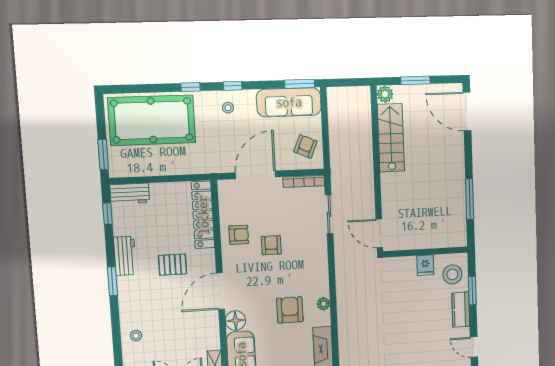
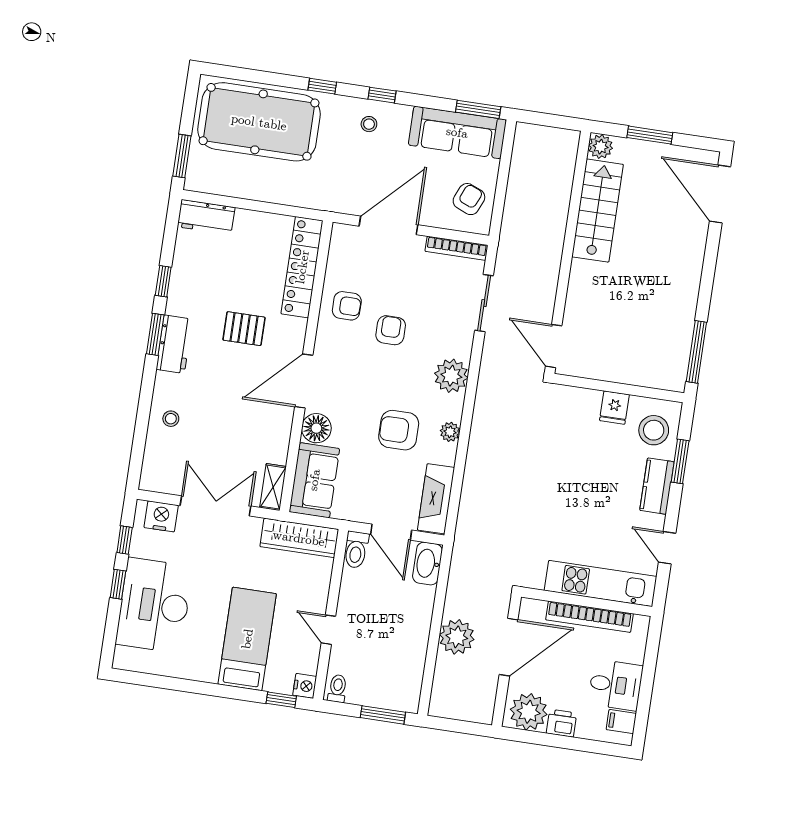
window: (470, 199) -> (696, 352), moved
window: (107, 214) -> (163, 281), moved
workbench: (125, 256) -> (174, 344), moved
plant: (317, 267) -> (451, 376), added
armchair: (290, 310) -> (399, 430), turned -90

